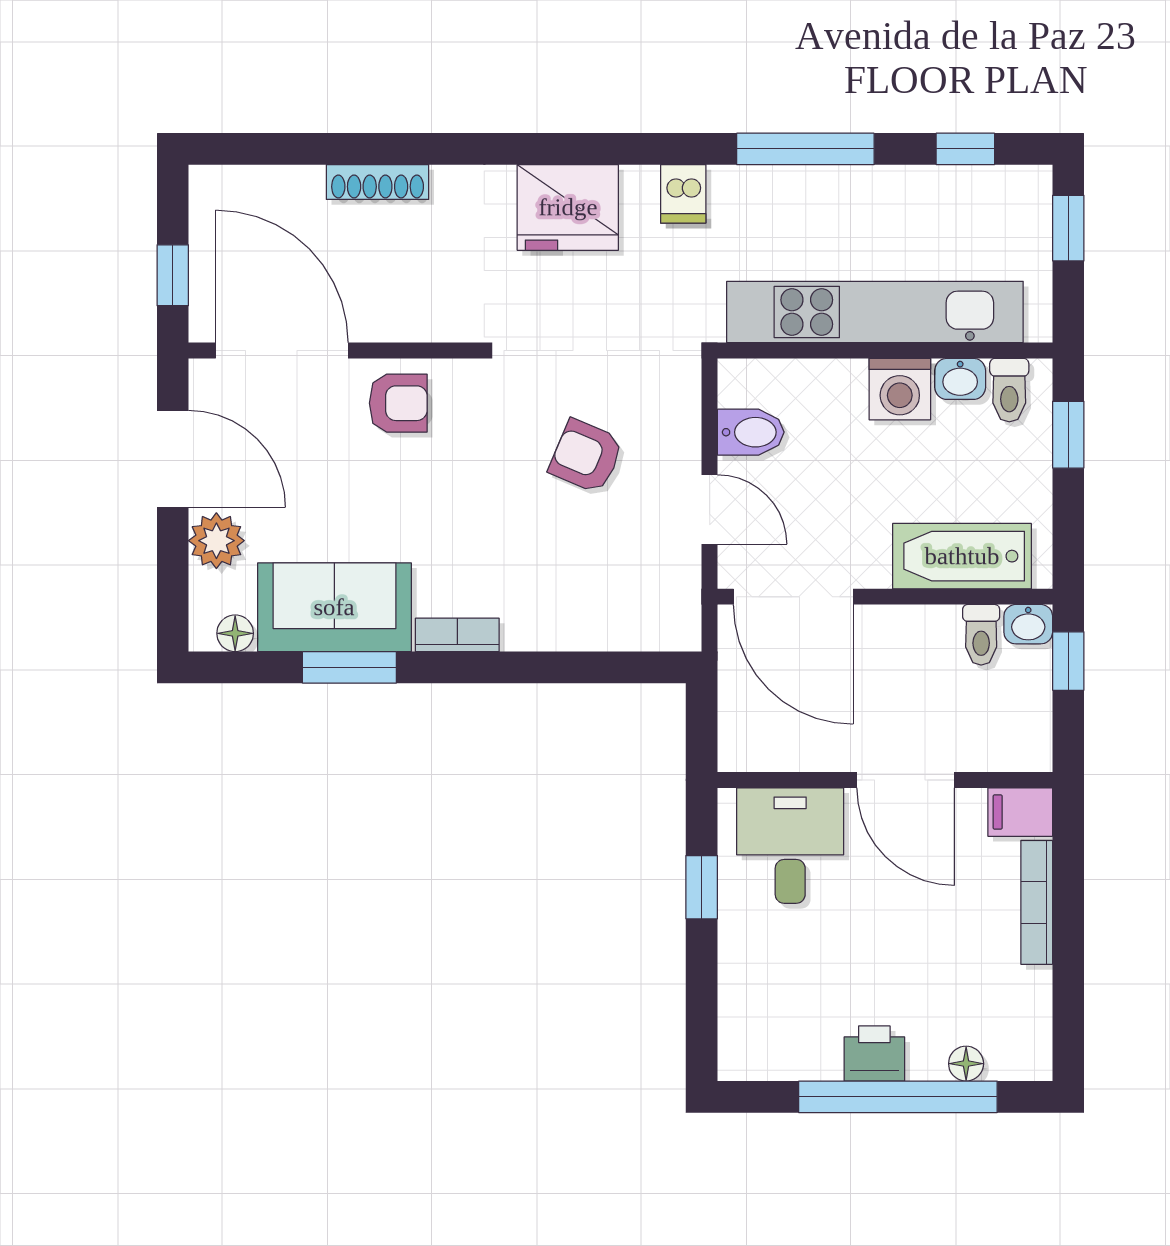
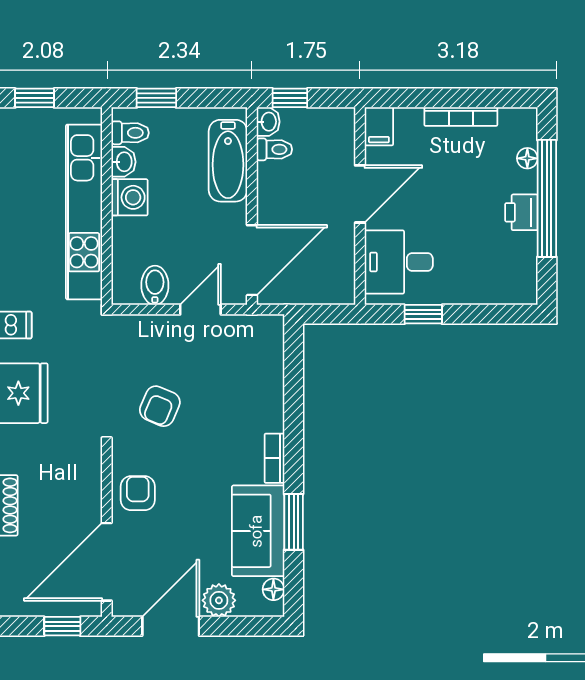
armchair: (586, 456) -> (160, 406), moved
bookcase: (1037, 902) -> (461, 117), moved

